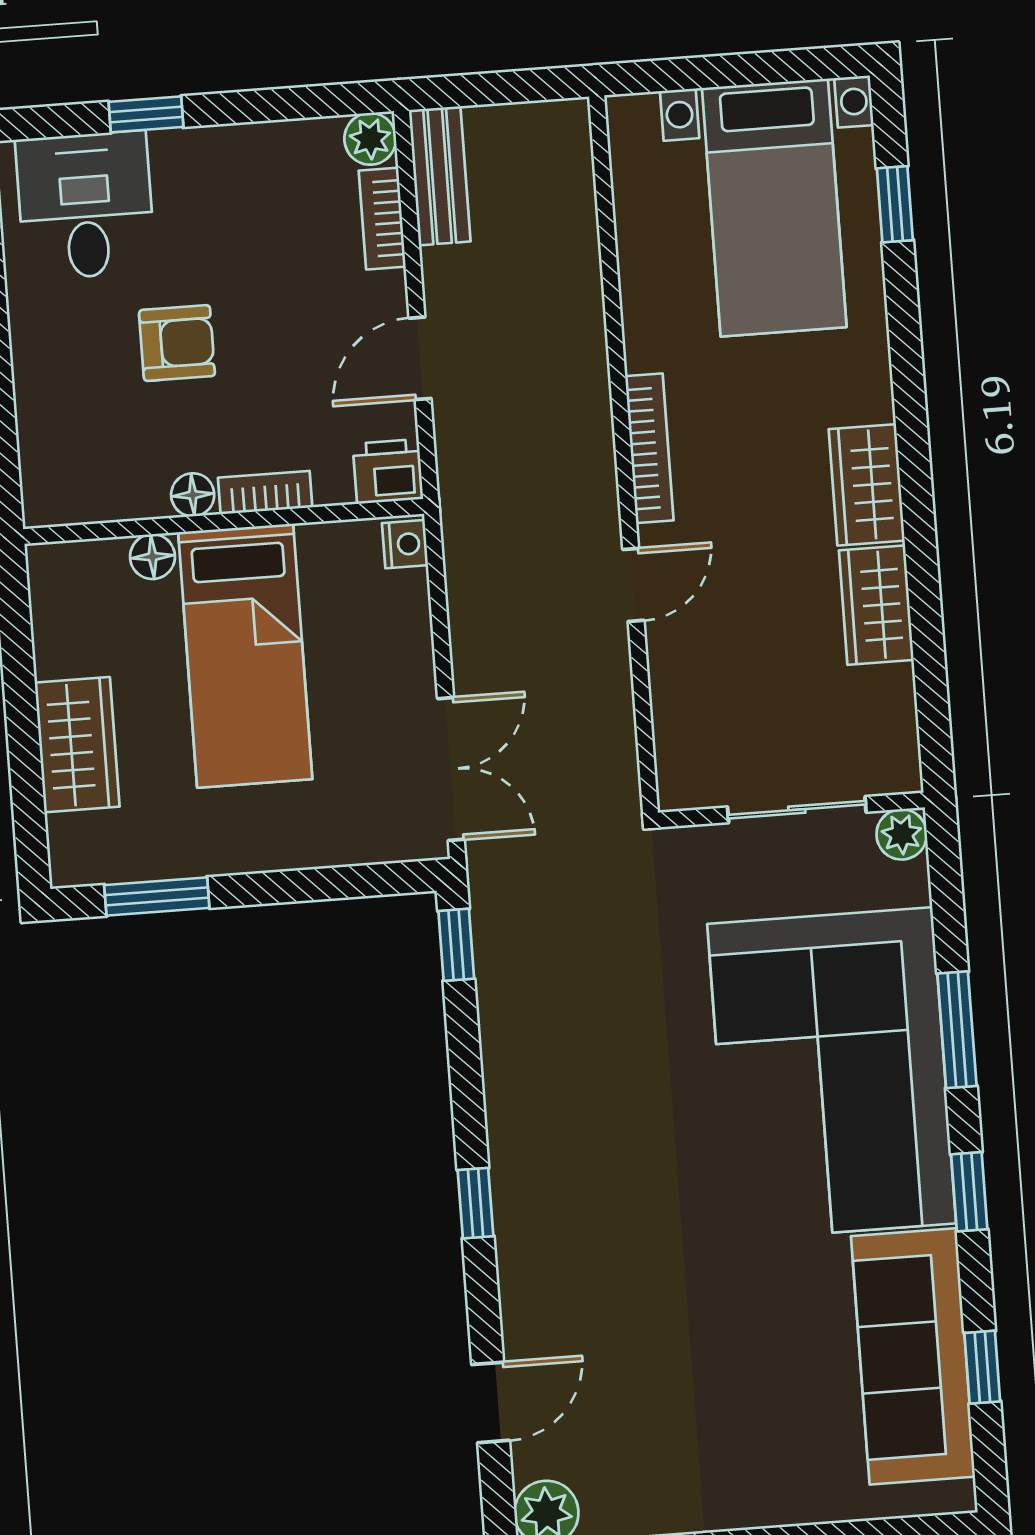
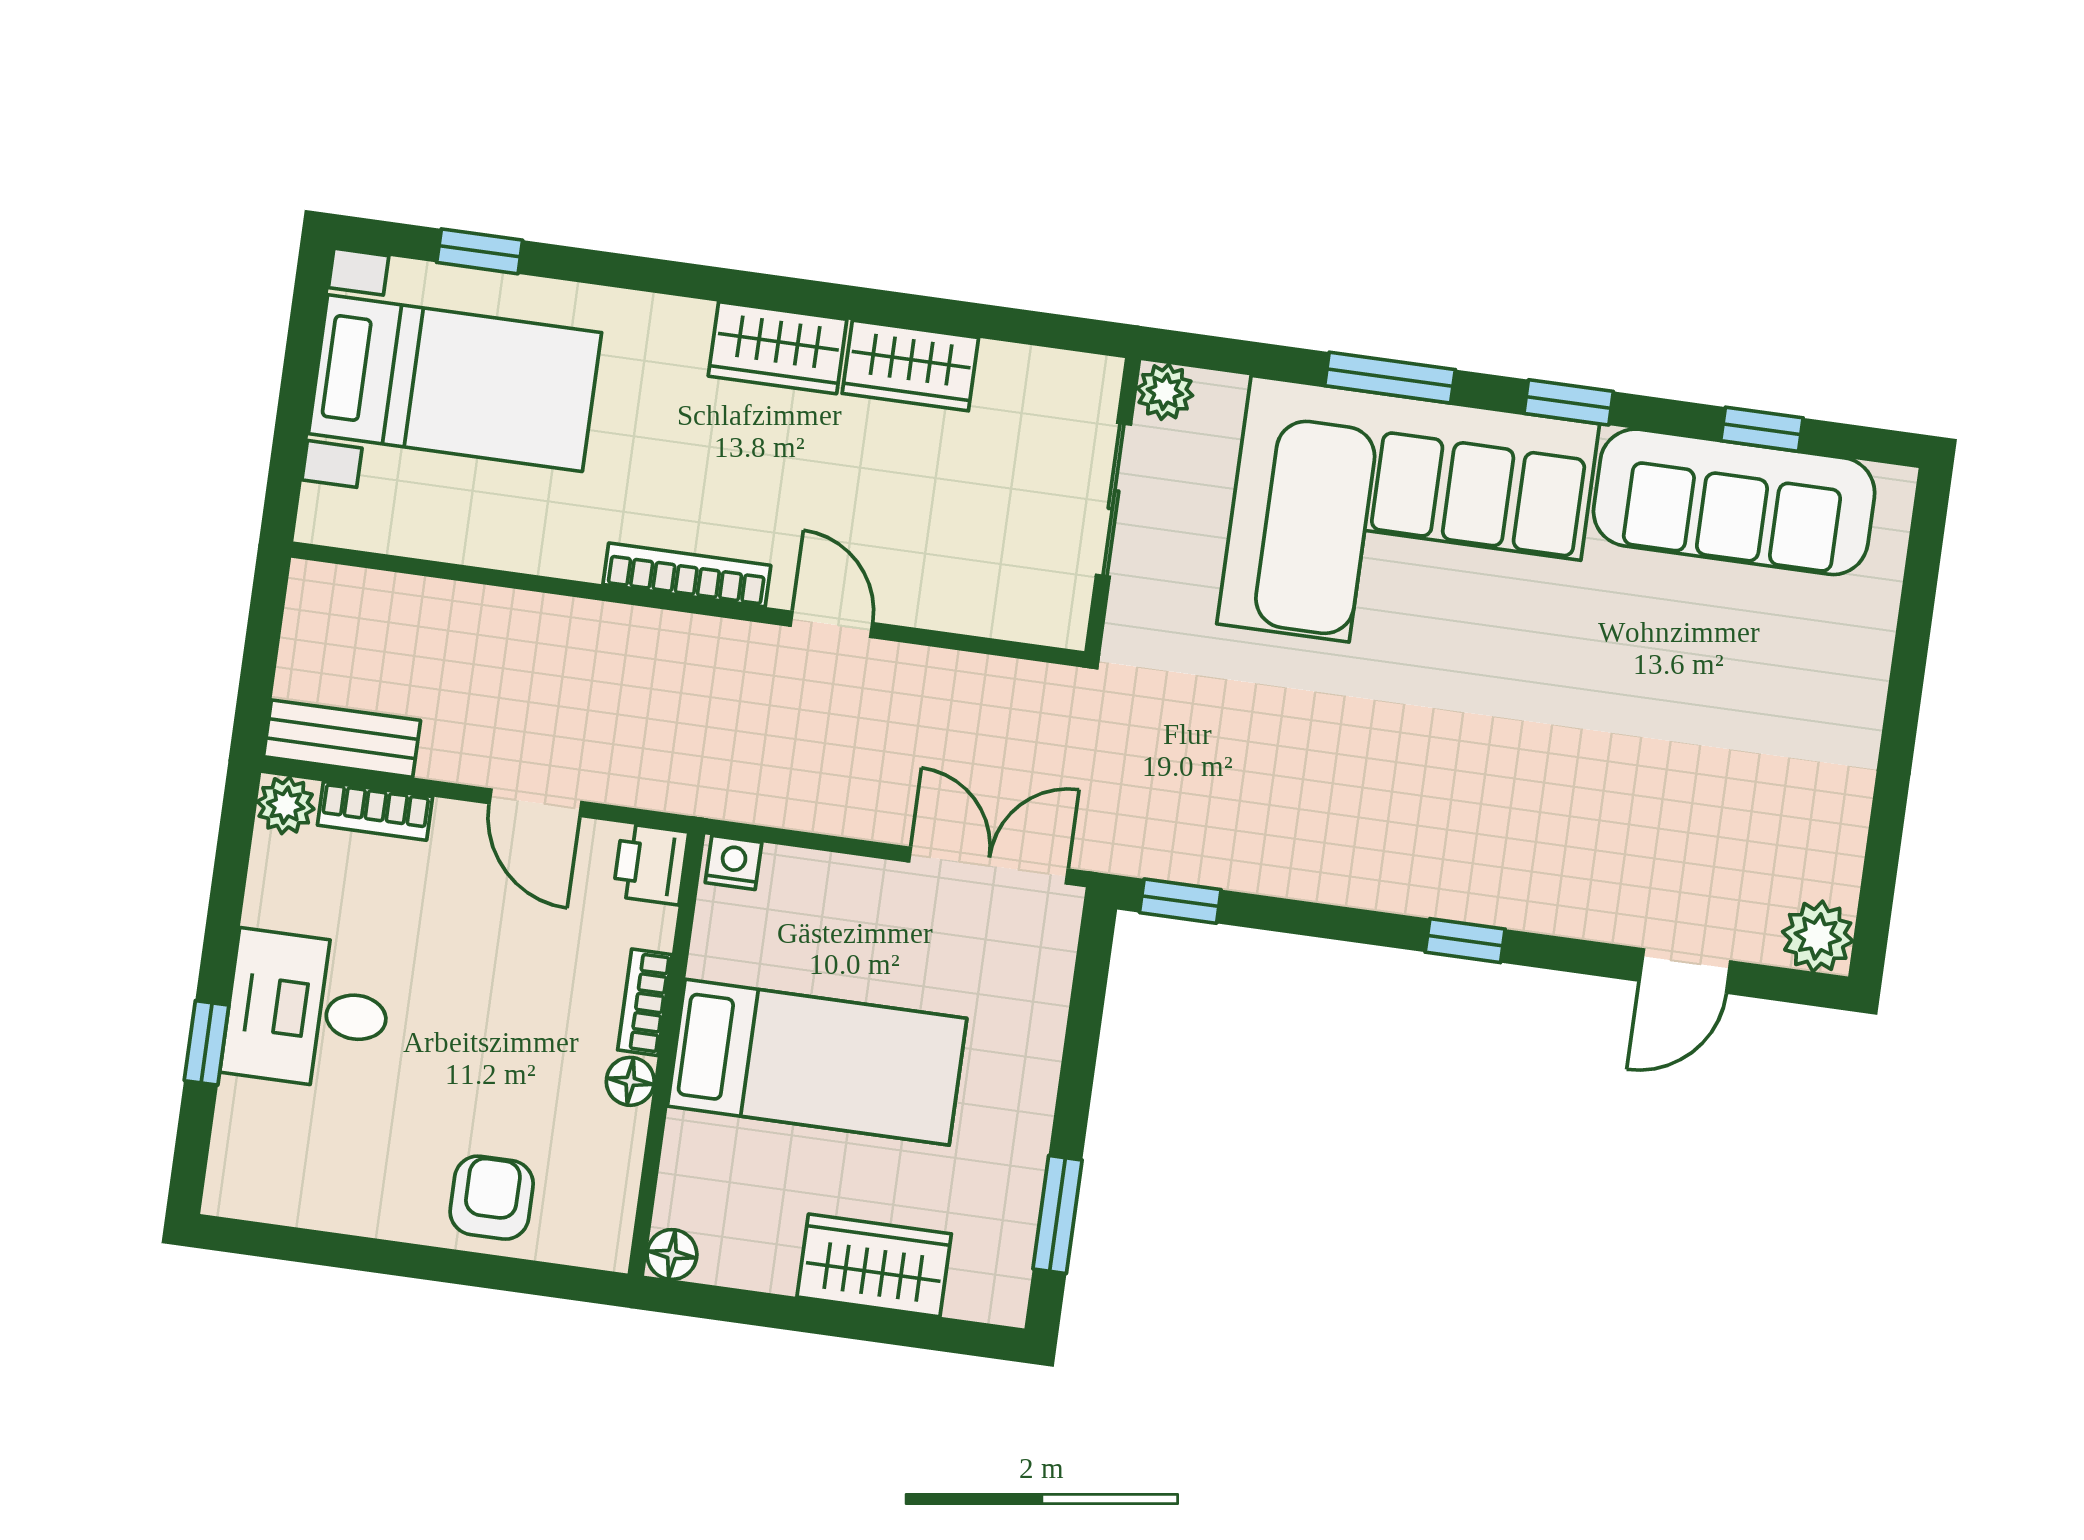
desk: (85, 205) -> (308, 1011), moved
armchair: (177, 343) -> (492, 1198), moved
floor lamp: (152, 557) -> (672, 1254), moved
door: (491, 1402) -> (1685, 971), swing flipped

